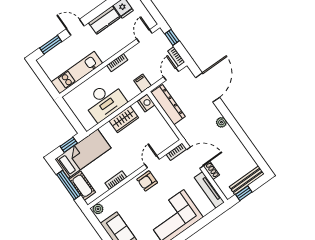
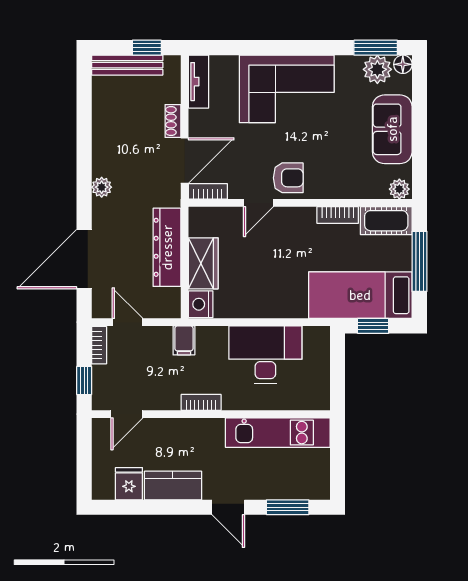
door: (171, 74) -> (127, 322), swing flipped
dresser: (168, 105) -> (167, 247), moved
wardrobe: (124, 119) -> (203, 263), moved, turned 90
door: (195, 158) -> (185, 161), swing flipped
cot: (82, 186) -> (386, 221), moved, turned 90
tv unit: (209, 190) -> (199, 82), width x0.71

